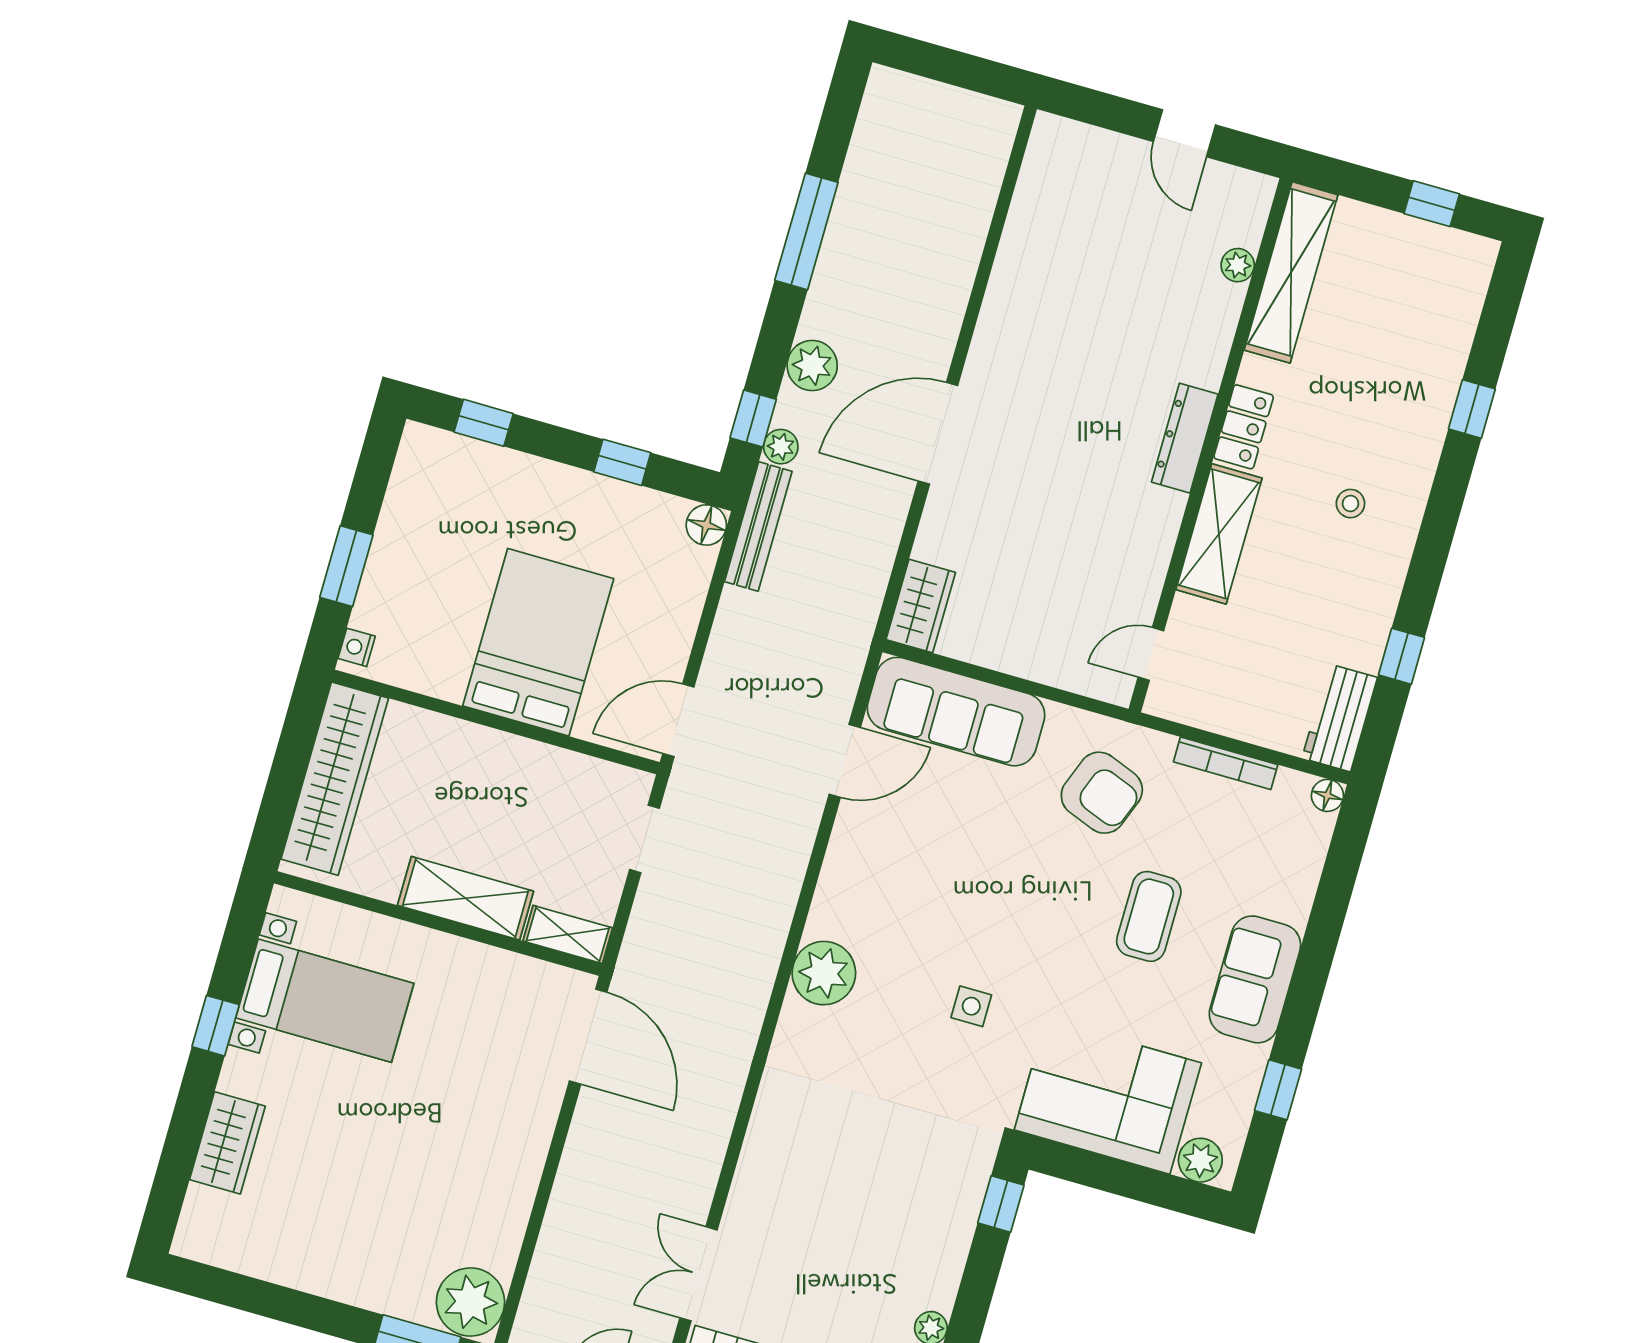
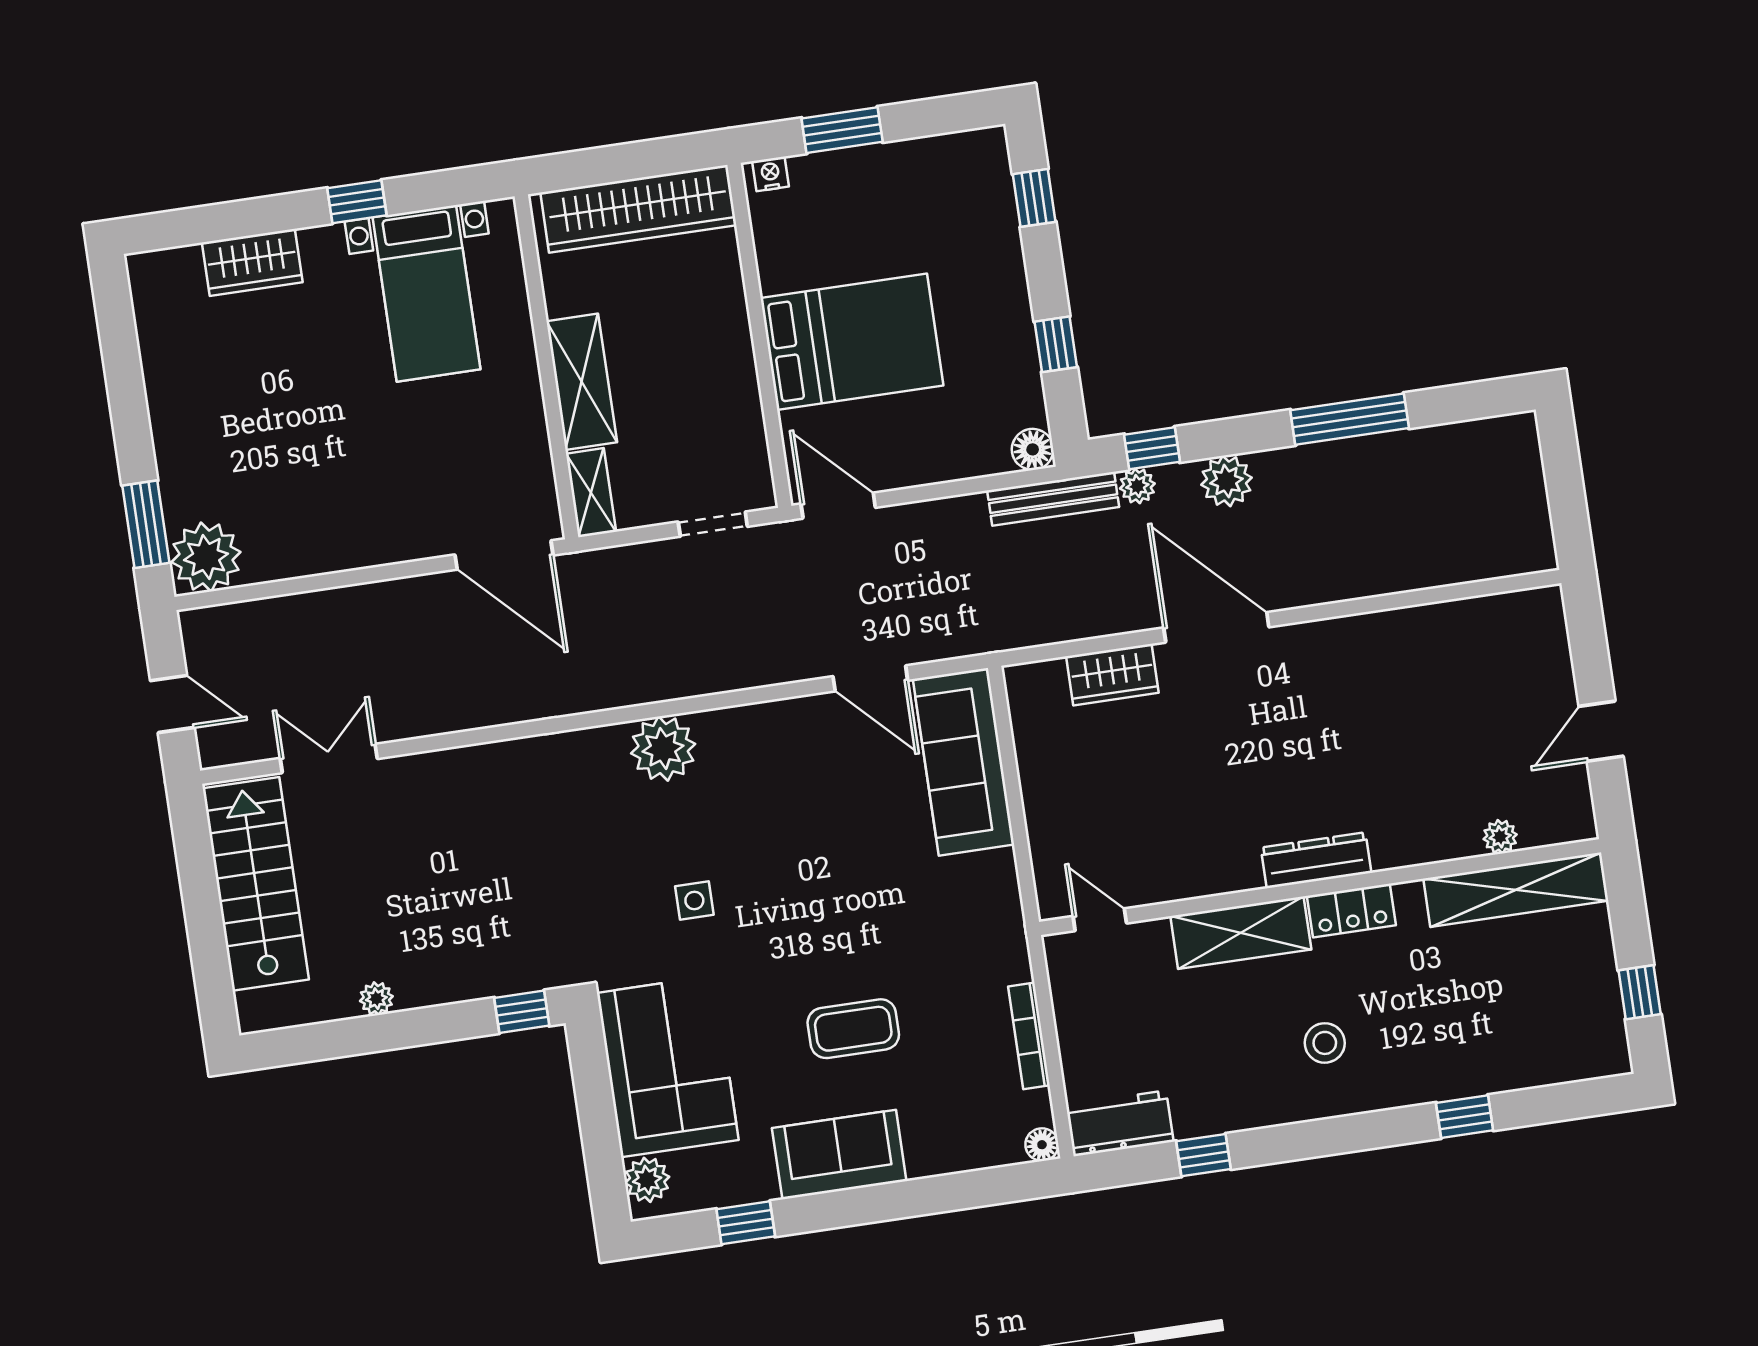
stool: (1350, 504) -> (1325, 1043), width x1.37, depth x1.37
wardrobe: (921, 606) -> (1112, 675), moved
armchair: (1102, 793) -> (949, 932), removed
door: (588, 1037) -> (504, 555), hinge flipped

